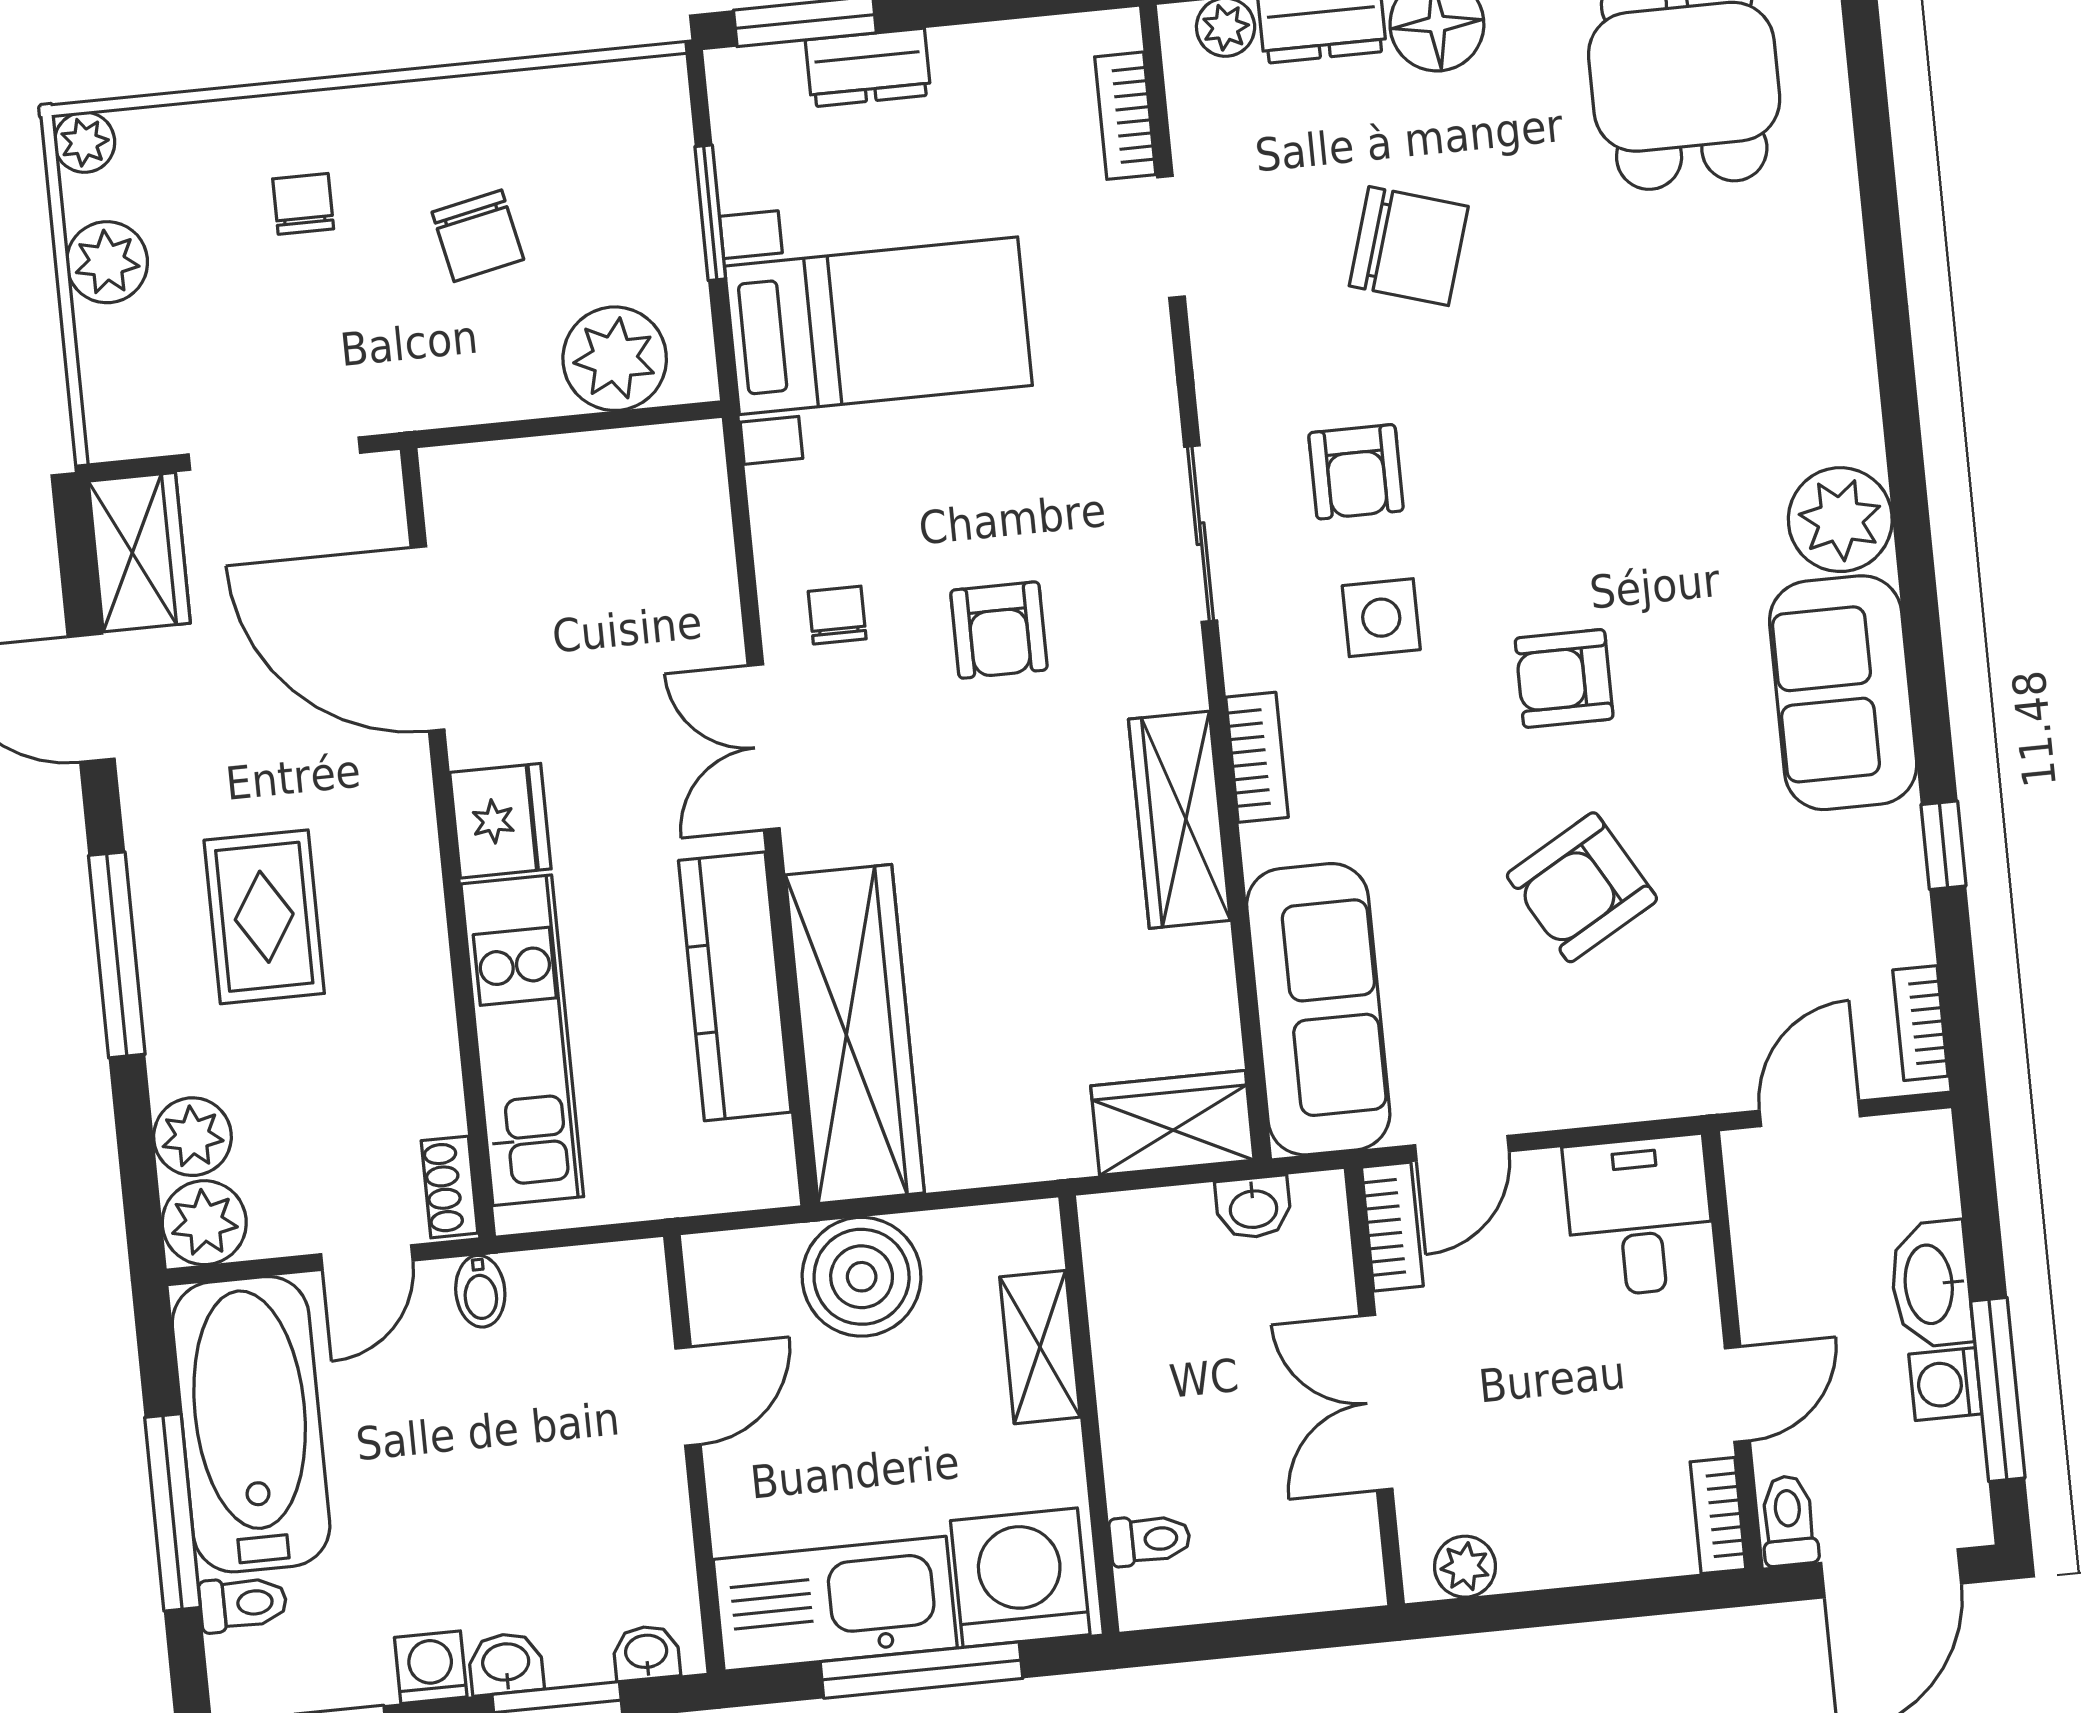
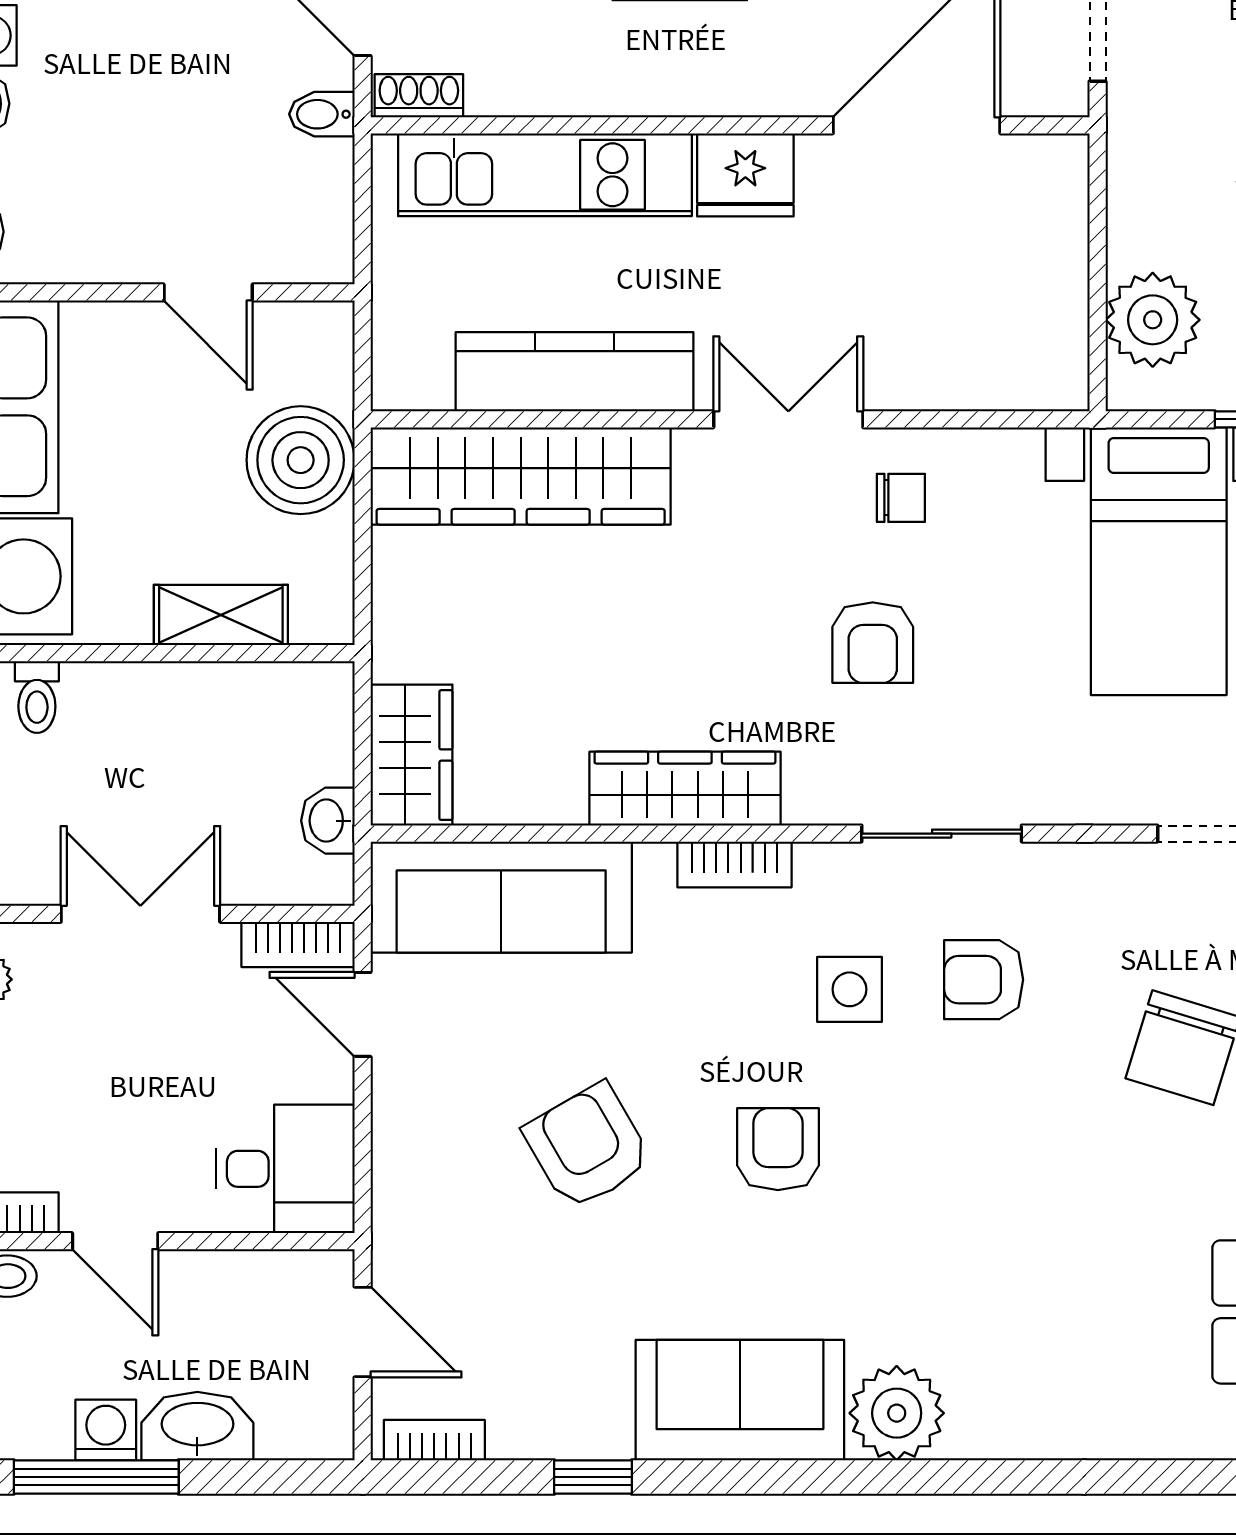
armchair: (999, 630) -> (873, 643), turned -90

